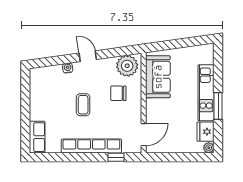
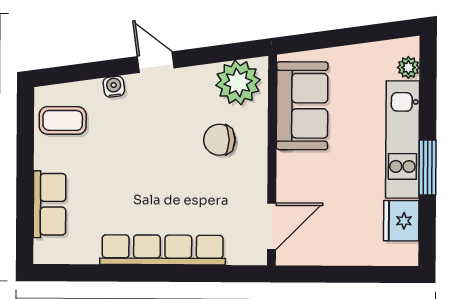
coffee table: (83, 105) -> (63, 120), moved, turned 90
row of seats: (37, 137) -> (50, 204), moved
plant: (209, 148) -> (408, 67), moved
window: (116, 157) -> (214, 274), removed

